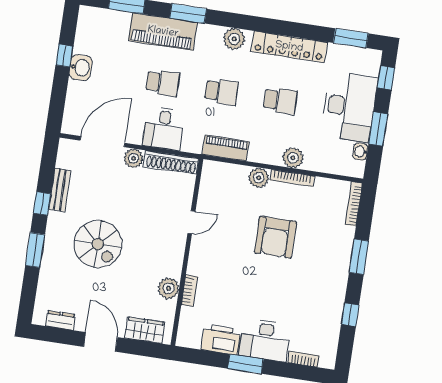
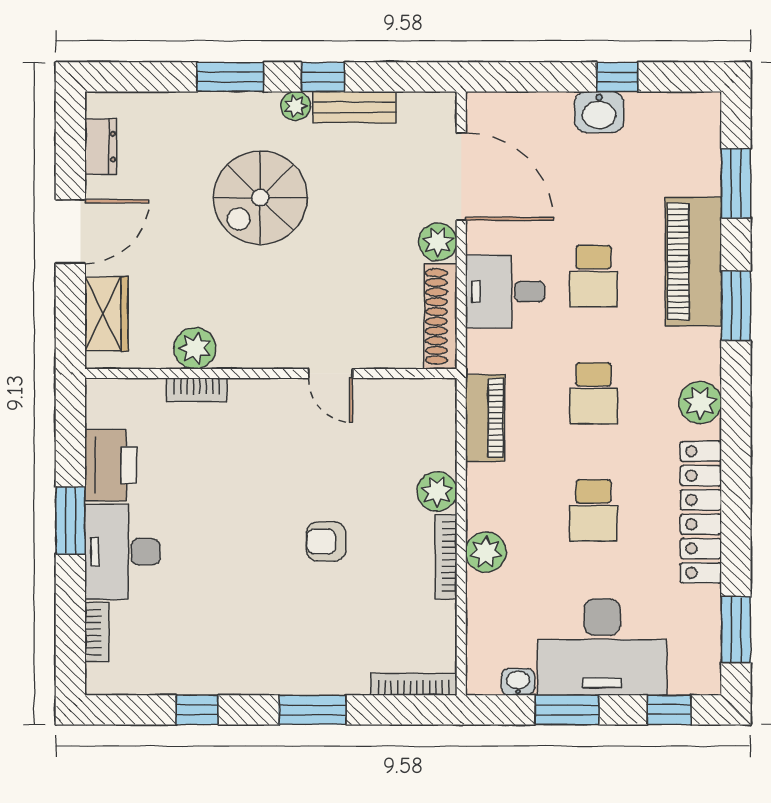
plant: (55, 219) -> (296, 106), added
armchair: (275, 237) -> (326, 541), width x0.53, depth x0.53

